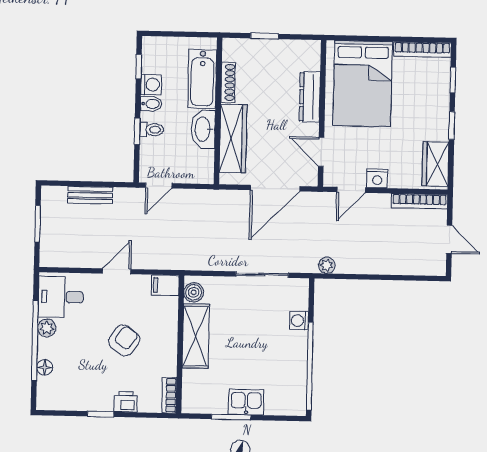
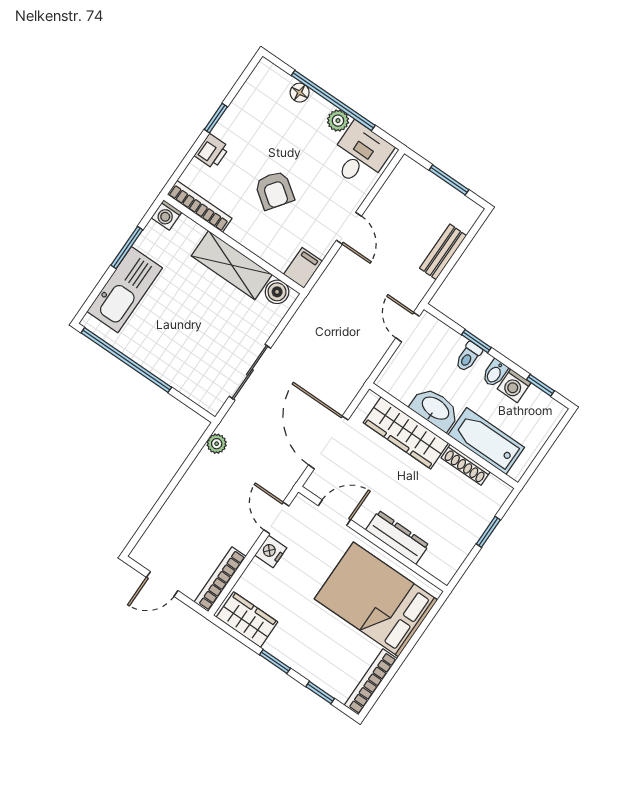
washing machine: (299, 321) -> (166, 215), moved, turned 180
bookcase: (169, 395) -> (200, 206), width x1.56
kitchen sink: (246, 402) -> (125, 290), width x1.88, depth x1.24

